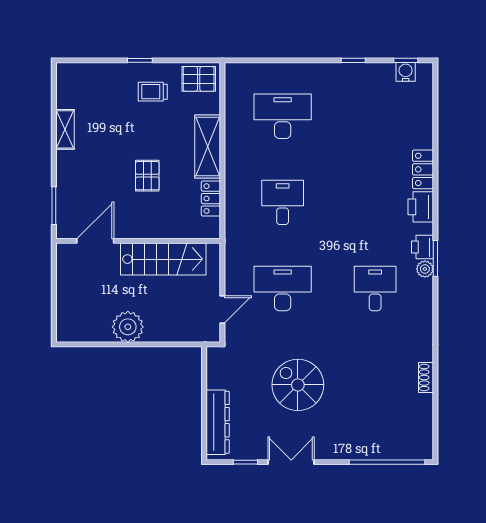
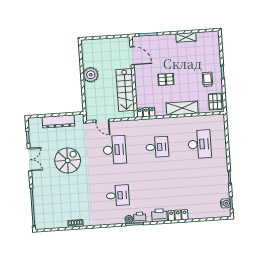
locker: (211, 199) -> (146, 112), moved
dresser: (218, 422) -> (58, 121), moved

